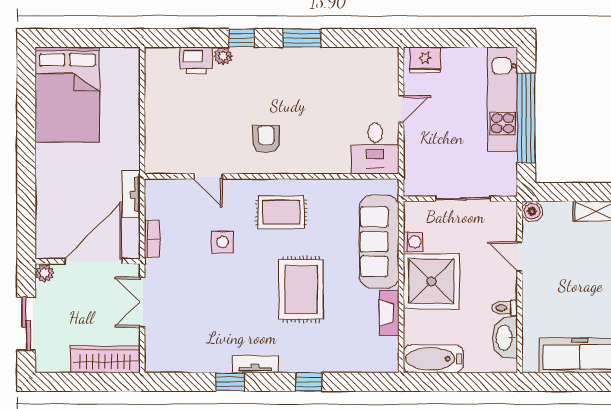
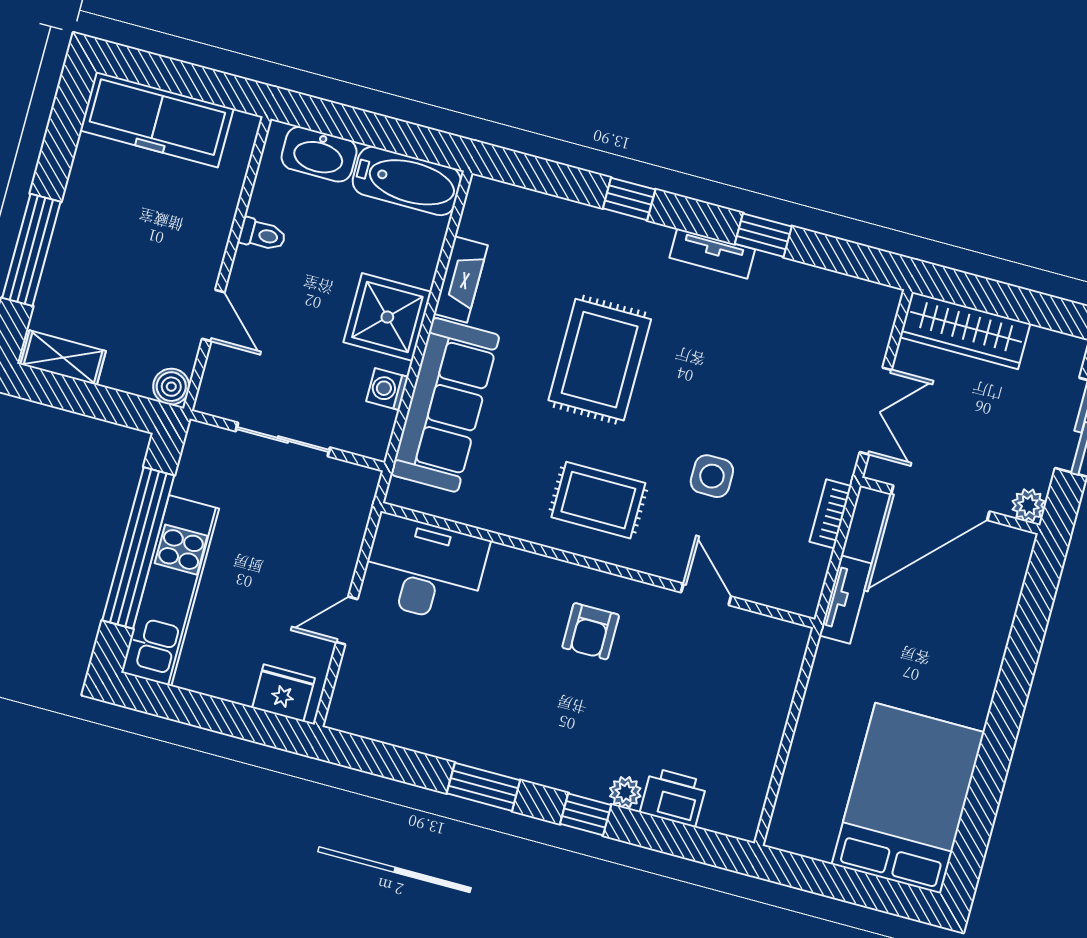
desk: (375, 149) -> (424, 569), width x1.37
shower: (431, 281) -> (387, 317), width x0.73, depth x0.73
washbasin: (505, 338) -> (319, 154), moved, turned 90

